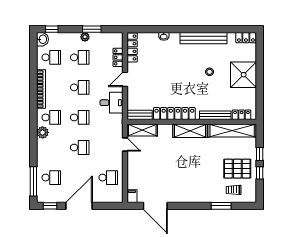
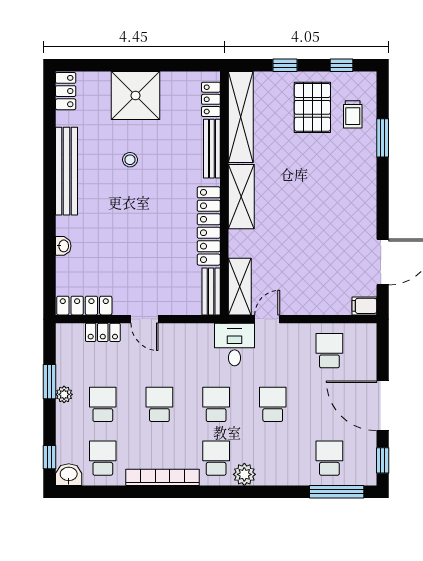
desk: (111, 103) -> (235, 345), moved
window: (260, 173) -> (342, 65), moved

